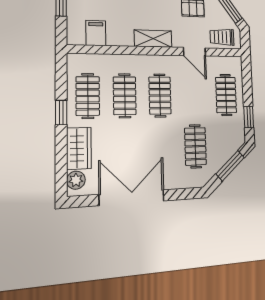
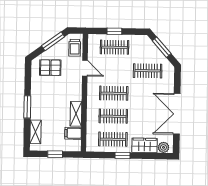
shelving: (153, 39) -> (76, 114), moved
door: (194, 52) -> (85, 68), hinge flipped
window: (249, 117) -> (114, 31), moved

